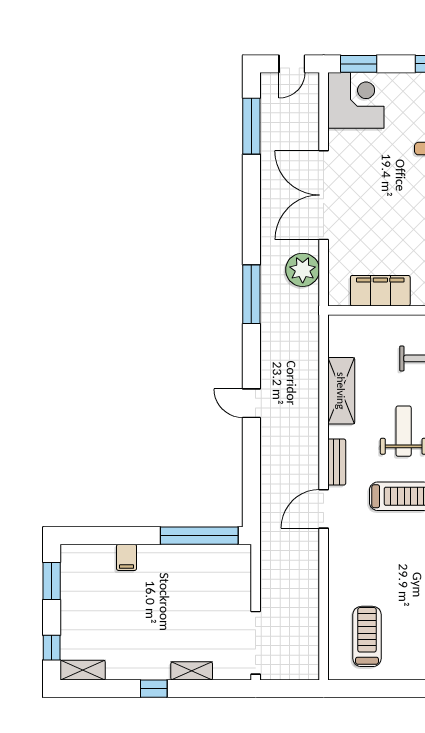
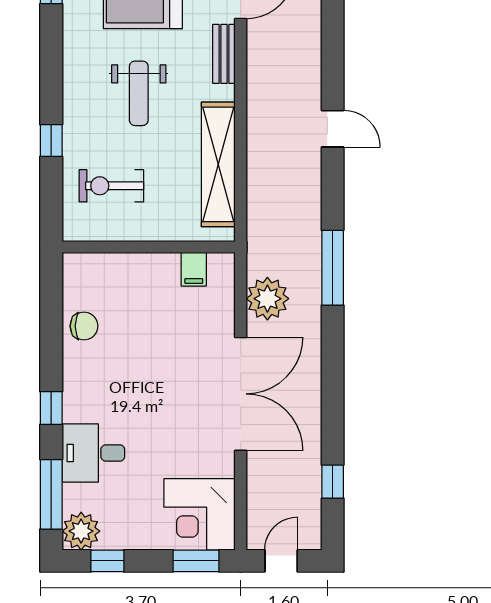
window: (251, 126) -> (333, 482), width x0.46
filing cabinet: (380, 291) -> (194, 269), width x0.33, depth x0.86
shelving: (341, 391) -> (218, 164), width x1.47

